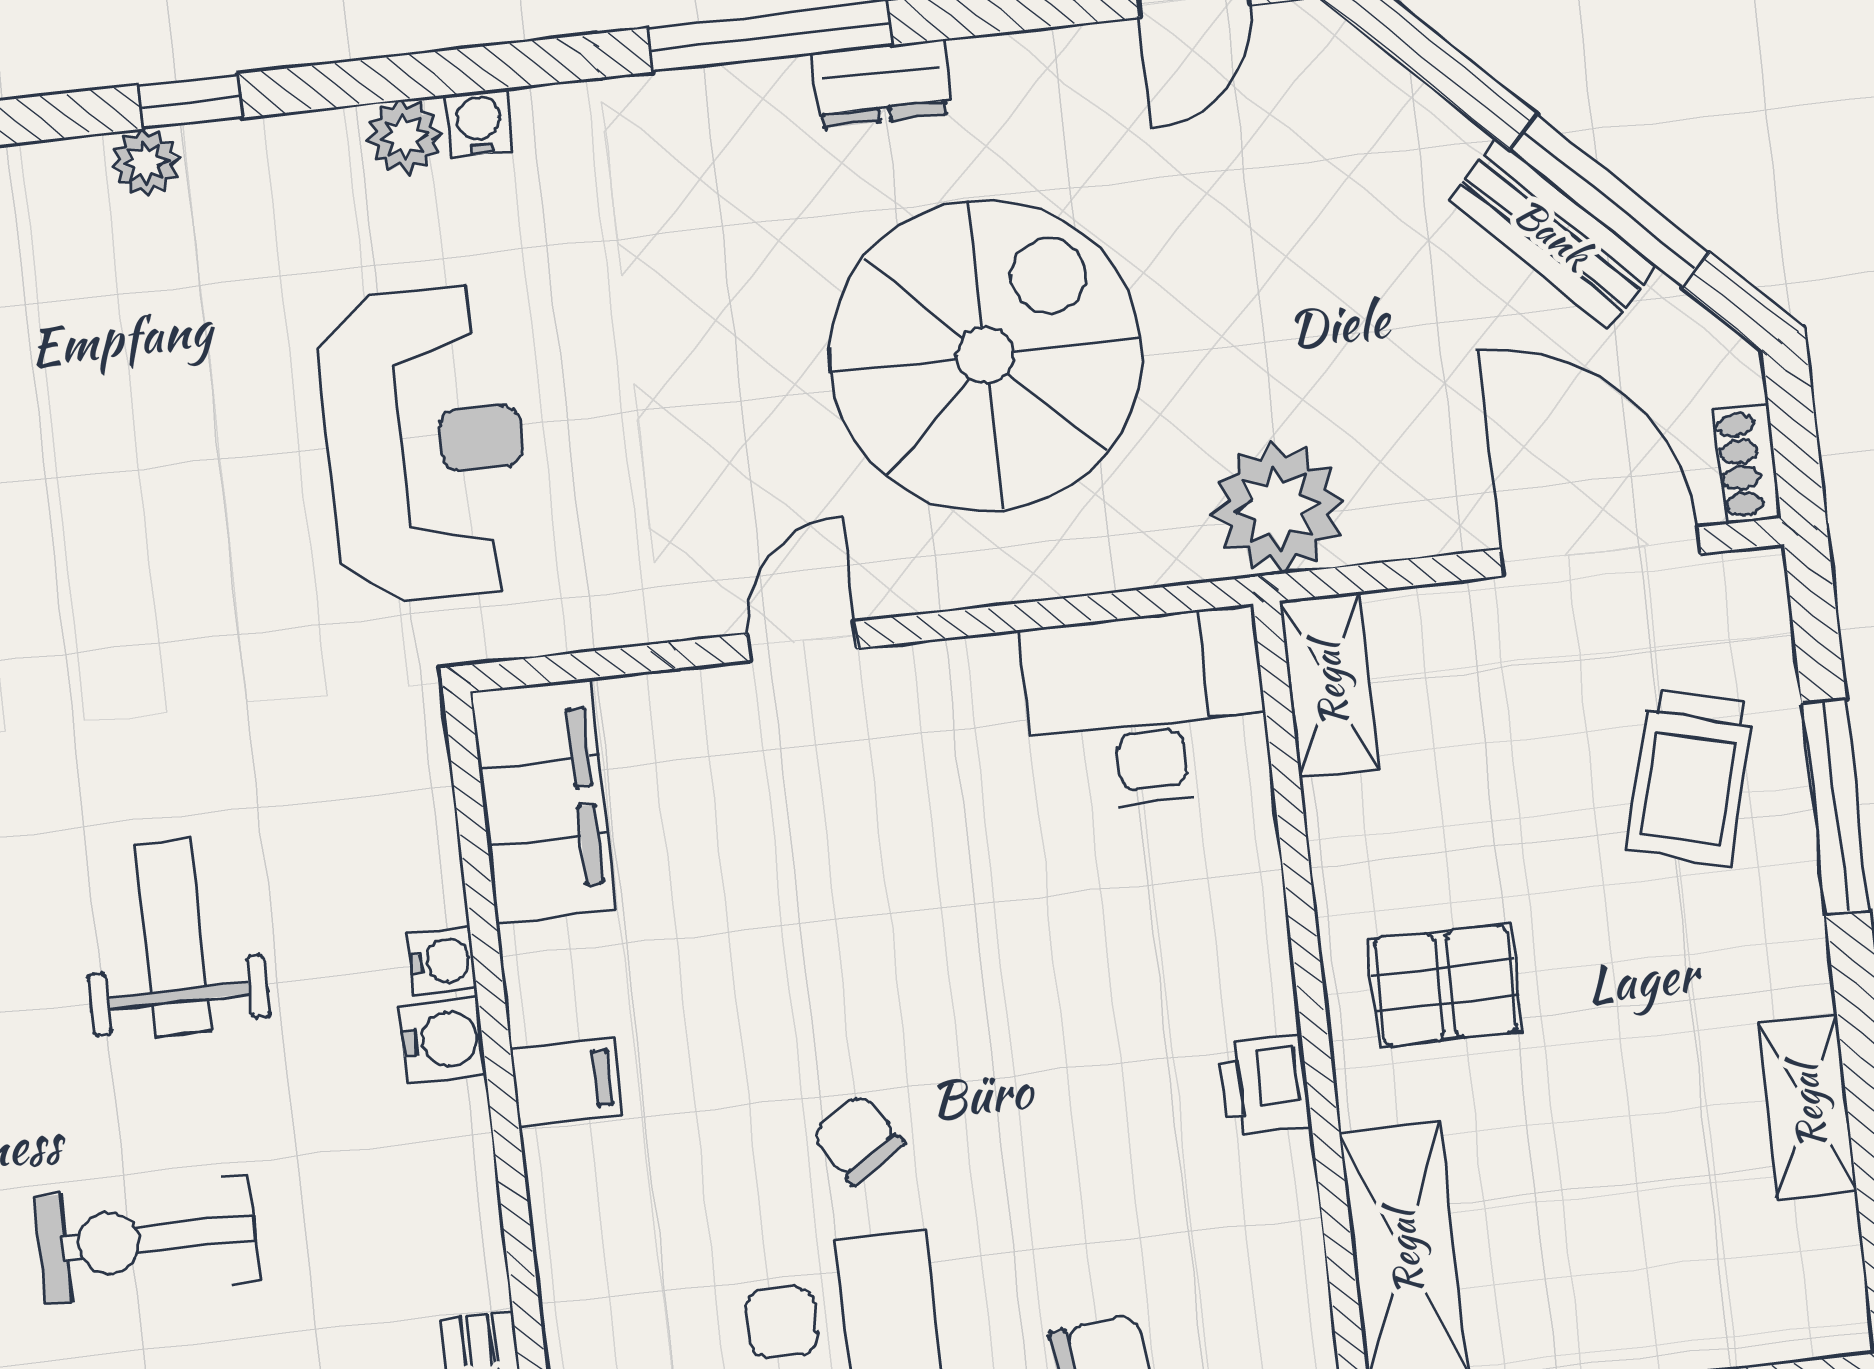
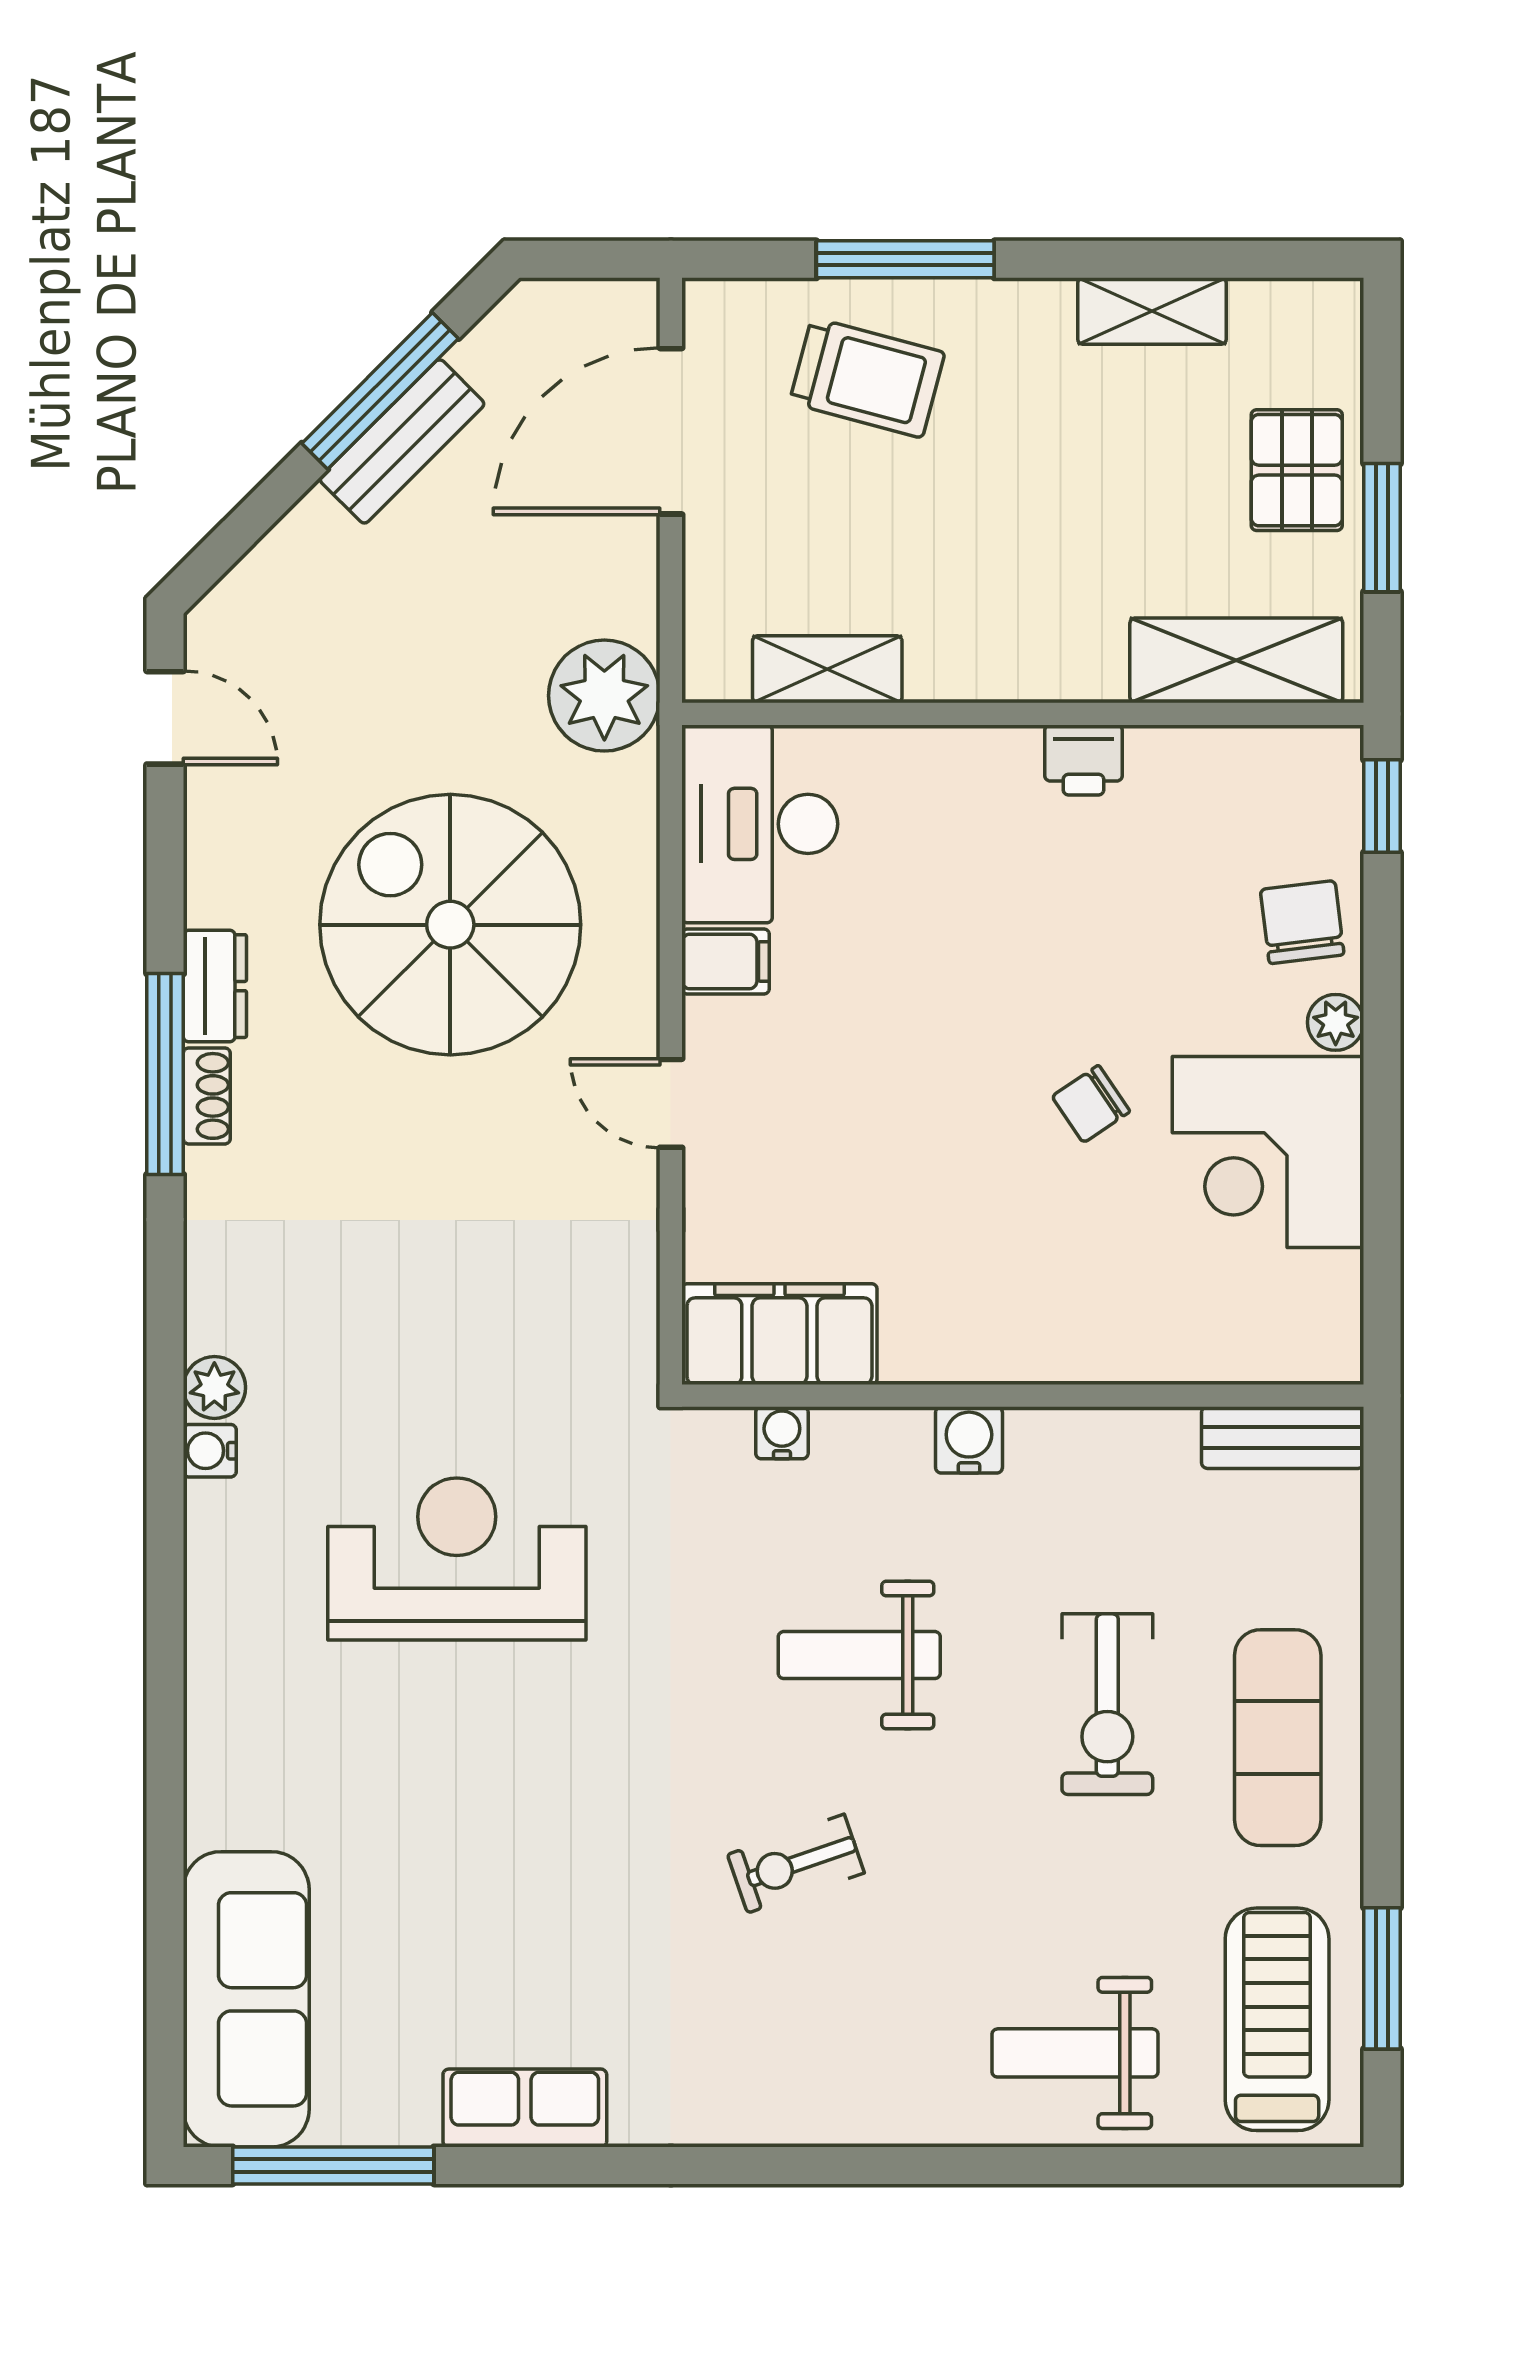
window: (191, 101) -> (165, 1562), removed
water cooler: (479, 123) -> (210, 1451), moved
plant: (145, 163) -> (212, 1605), removed
reception desk: (425, 444) -> (457, 1559), moved
shoe rack: (1747, 464) -> (207, 1096), moved, turned -90
shelving: (1329, 685) -> (827, 669), moved
water cooler: (442, 961) -> (782, 1433), moved
pallet: (1445, 985) -> (1297, 470), moved
filing cabinet: (566, 1082) -> (726, 961), moved, turned 90

